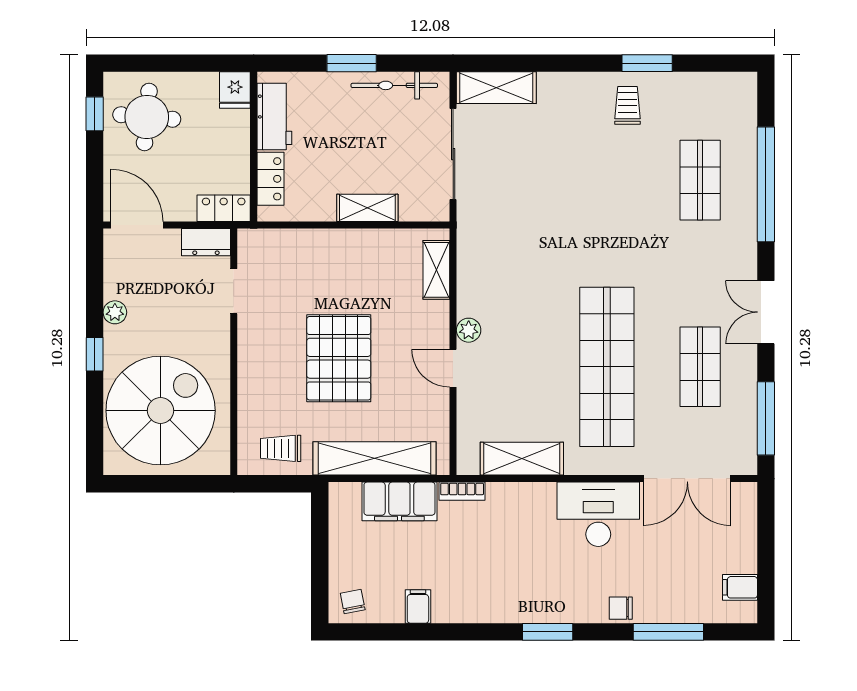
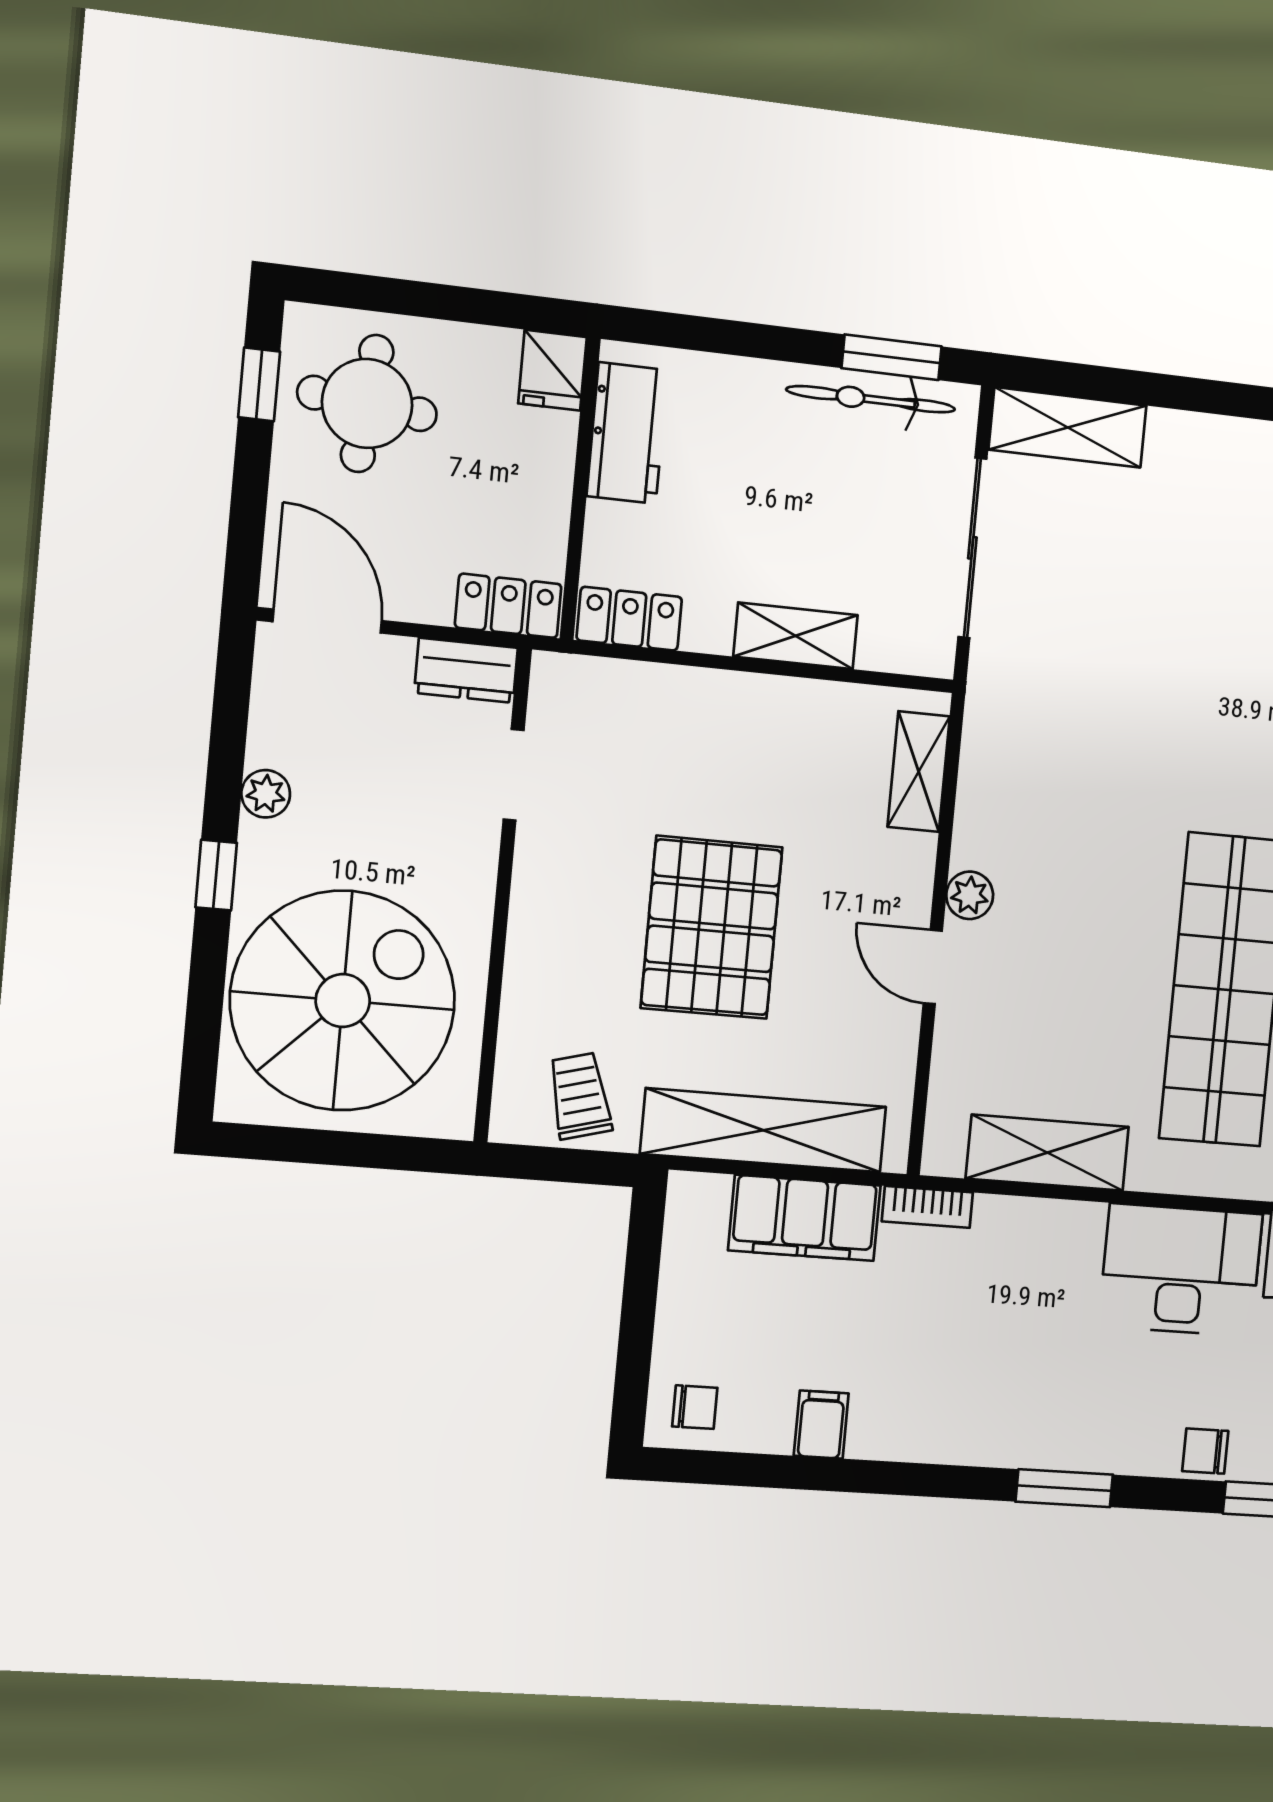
window: (352, 63) -> (892, 357), moved
locker: (270, 179) -> (629, 619), moved, turned -90
trolley: (281, 448) -> (580, 1096), turned 75
chair: (353, 602) -> (695, 1407), turned 101

